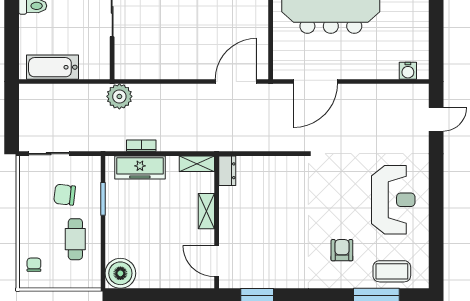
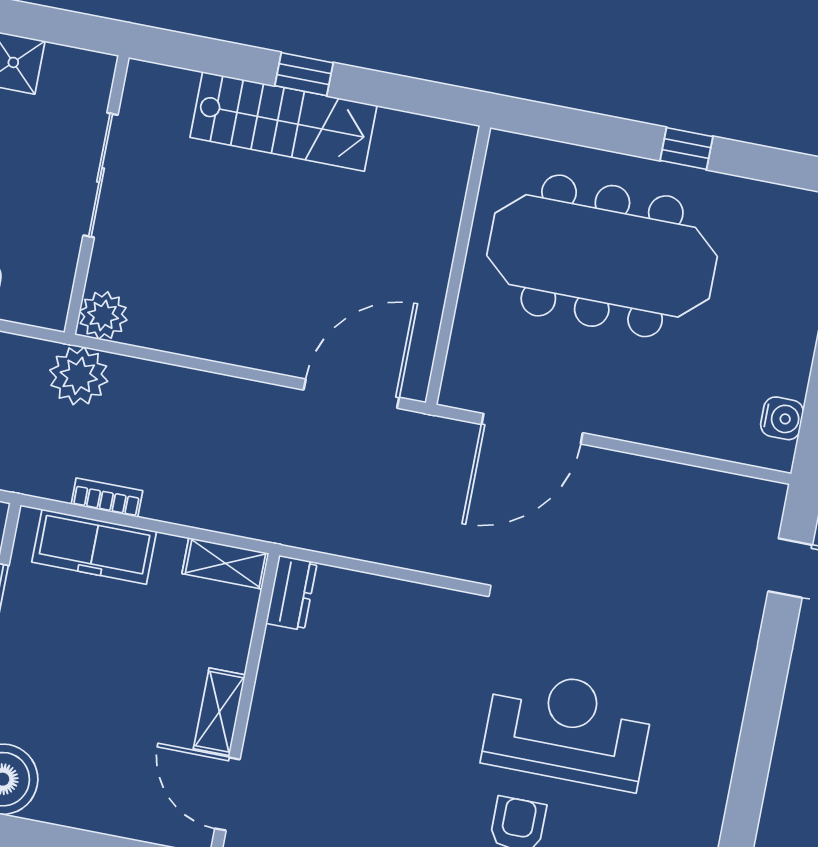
plant: (125, 69) -> (103, 315), added
water cooler: (408, 71) -> (782, 418), moved, turned -90
reception desk: (393, 200) -> (568, 729), moved, turned -90
shelving: (206, 211) -> (219, 712), moved

